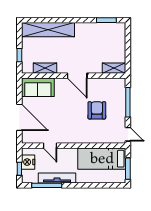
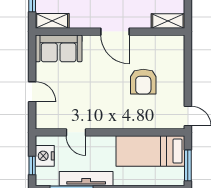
shelving: (45, 68) -> (52, 21), moved
window: (128, 102) -> (188, 70), removed
armchair: (97, 110) -> (143, 82), turned 180
door: (19, 117) -> (32, 92), width x0.53

